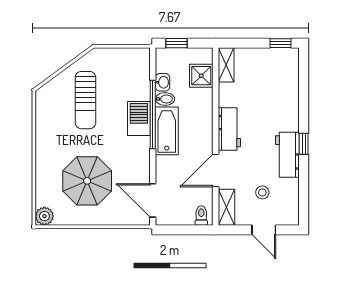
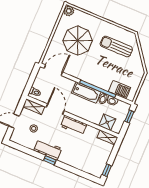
sun lounger: (86, 100) -> (116, 47), moved
barbecue: (139, 119) -> (120, 90), moved

